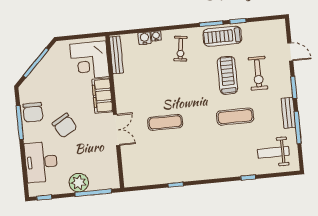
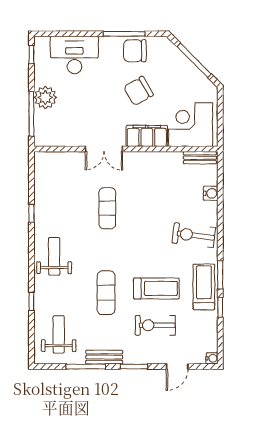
water cooler: (156, 36) -> (212, 358), moved
exercise bike: (181, 49) -> (194, 235), width x1.38, depth x1.39
bench: (116, 55) -> (200, 158), width x0.73
chair: (65, 126) -> (138, 91), moved
weight bench: (209, 162) -> (54, 256), added

